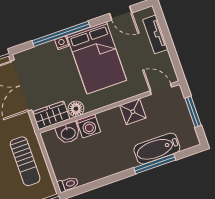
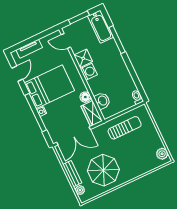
door: (161, 89) -> (66, 41), hinge flipped
washing machine: (89, 126) -> (89, 72), moved
bathtub: (157, 149) -> (100, 27), moved

